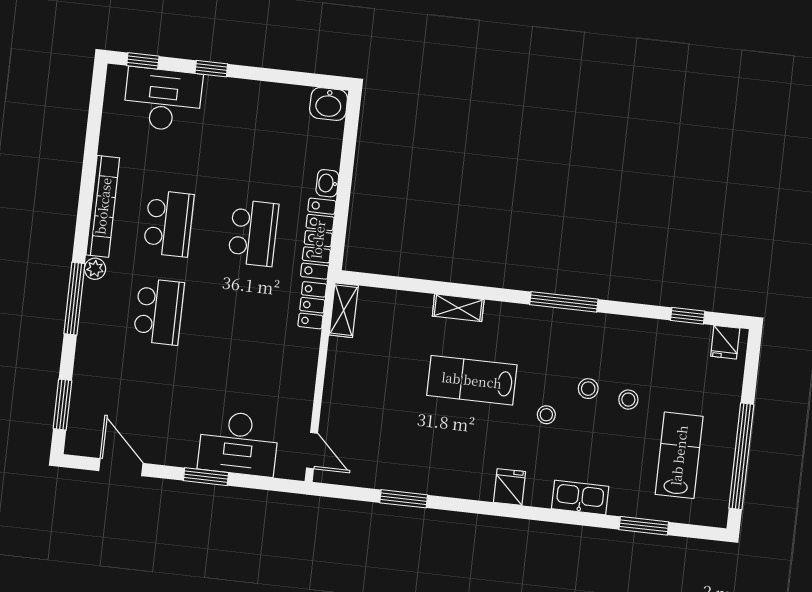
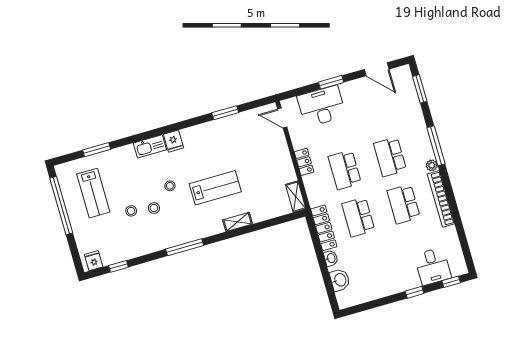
desk: (163, 100) -> (433, 266), width x0.73
washbasin: (329, 104) -> (340, 280), moved, turned 90
locker: (312, 305) -> (304, 162), moved
school desk: (243, 321) -> (345, 170), added
kitchen sink: (580, 498) -> (150, 146), moved

